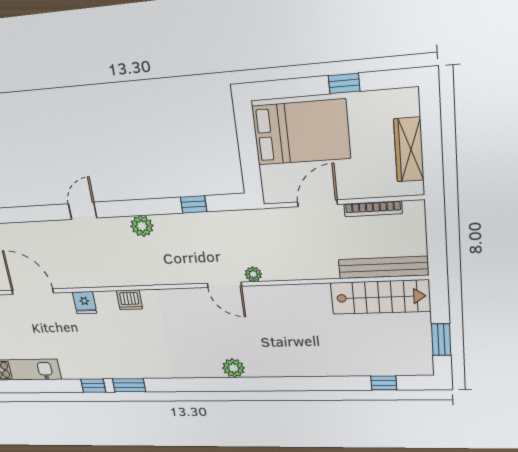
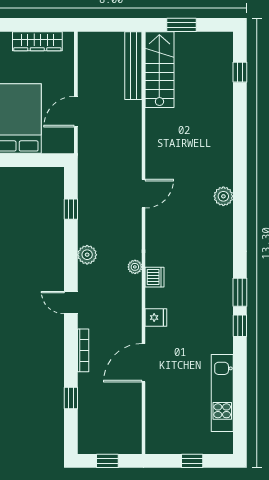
door: (318, 203) -> (76, 112), hinge flipped
bookcase: (373, 209) -> (83, 350), moved
plant: (253, 274) -> (135, 267), moved
window: (441, 340) -> (182, 25), moved

